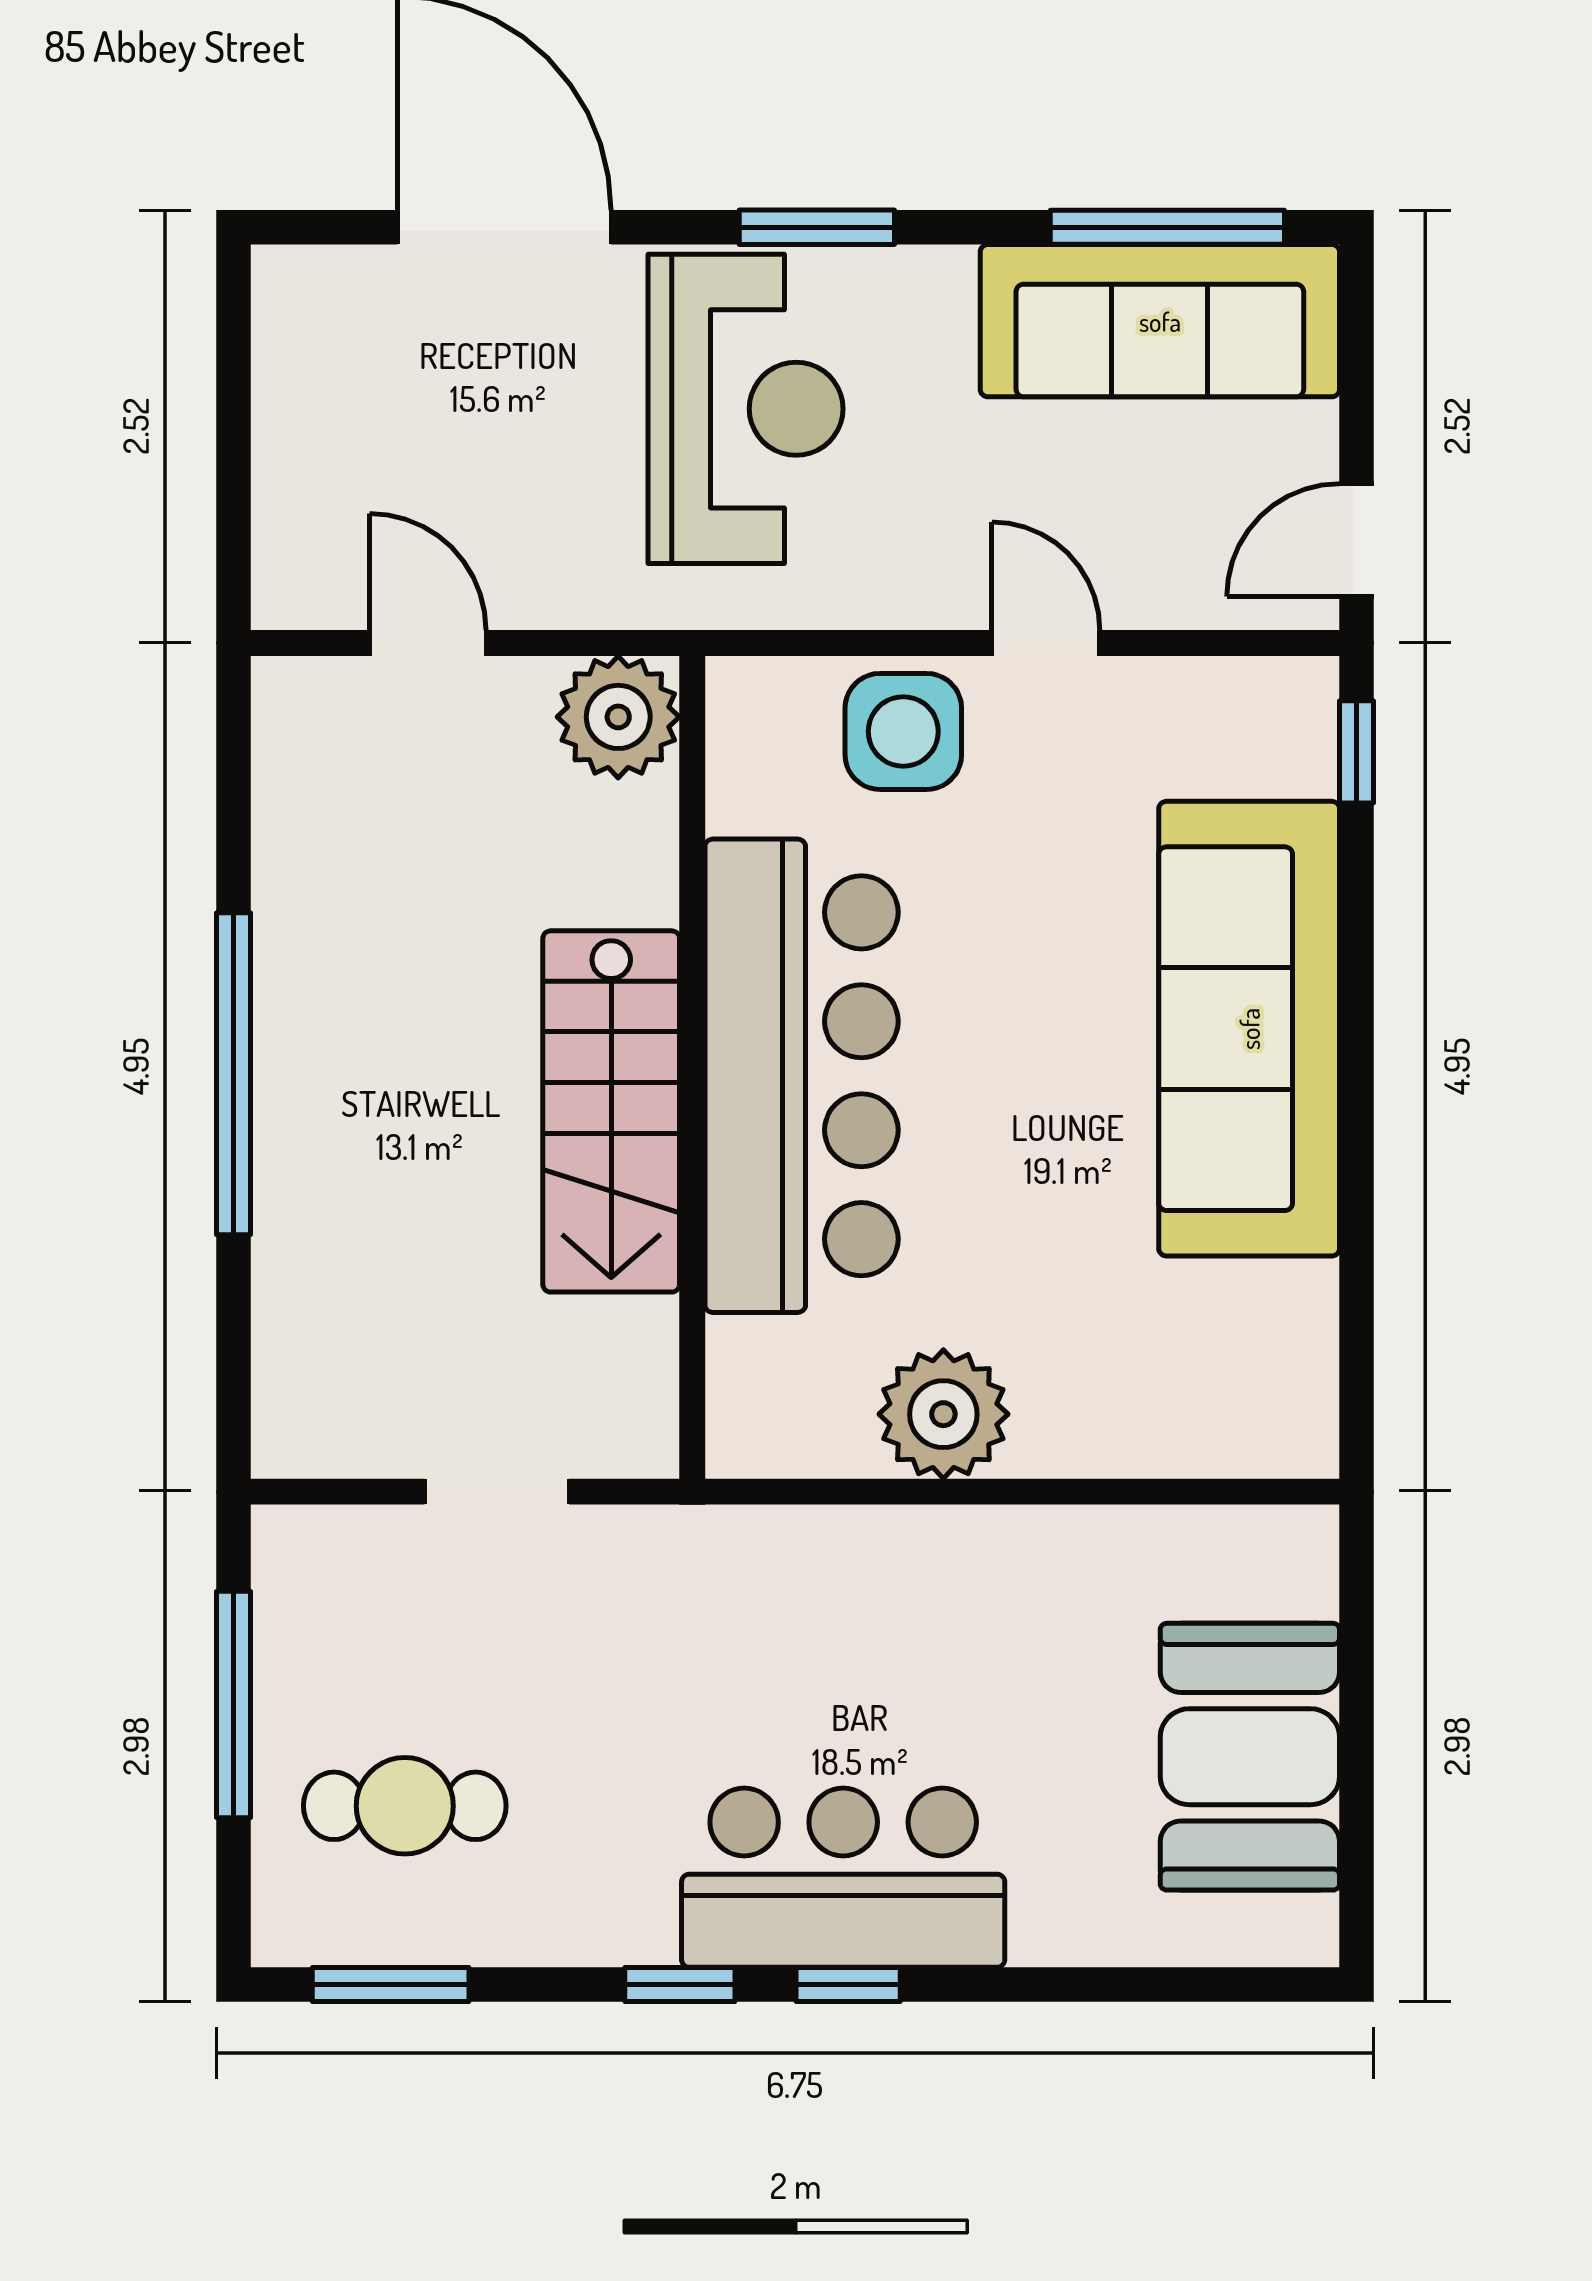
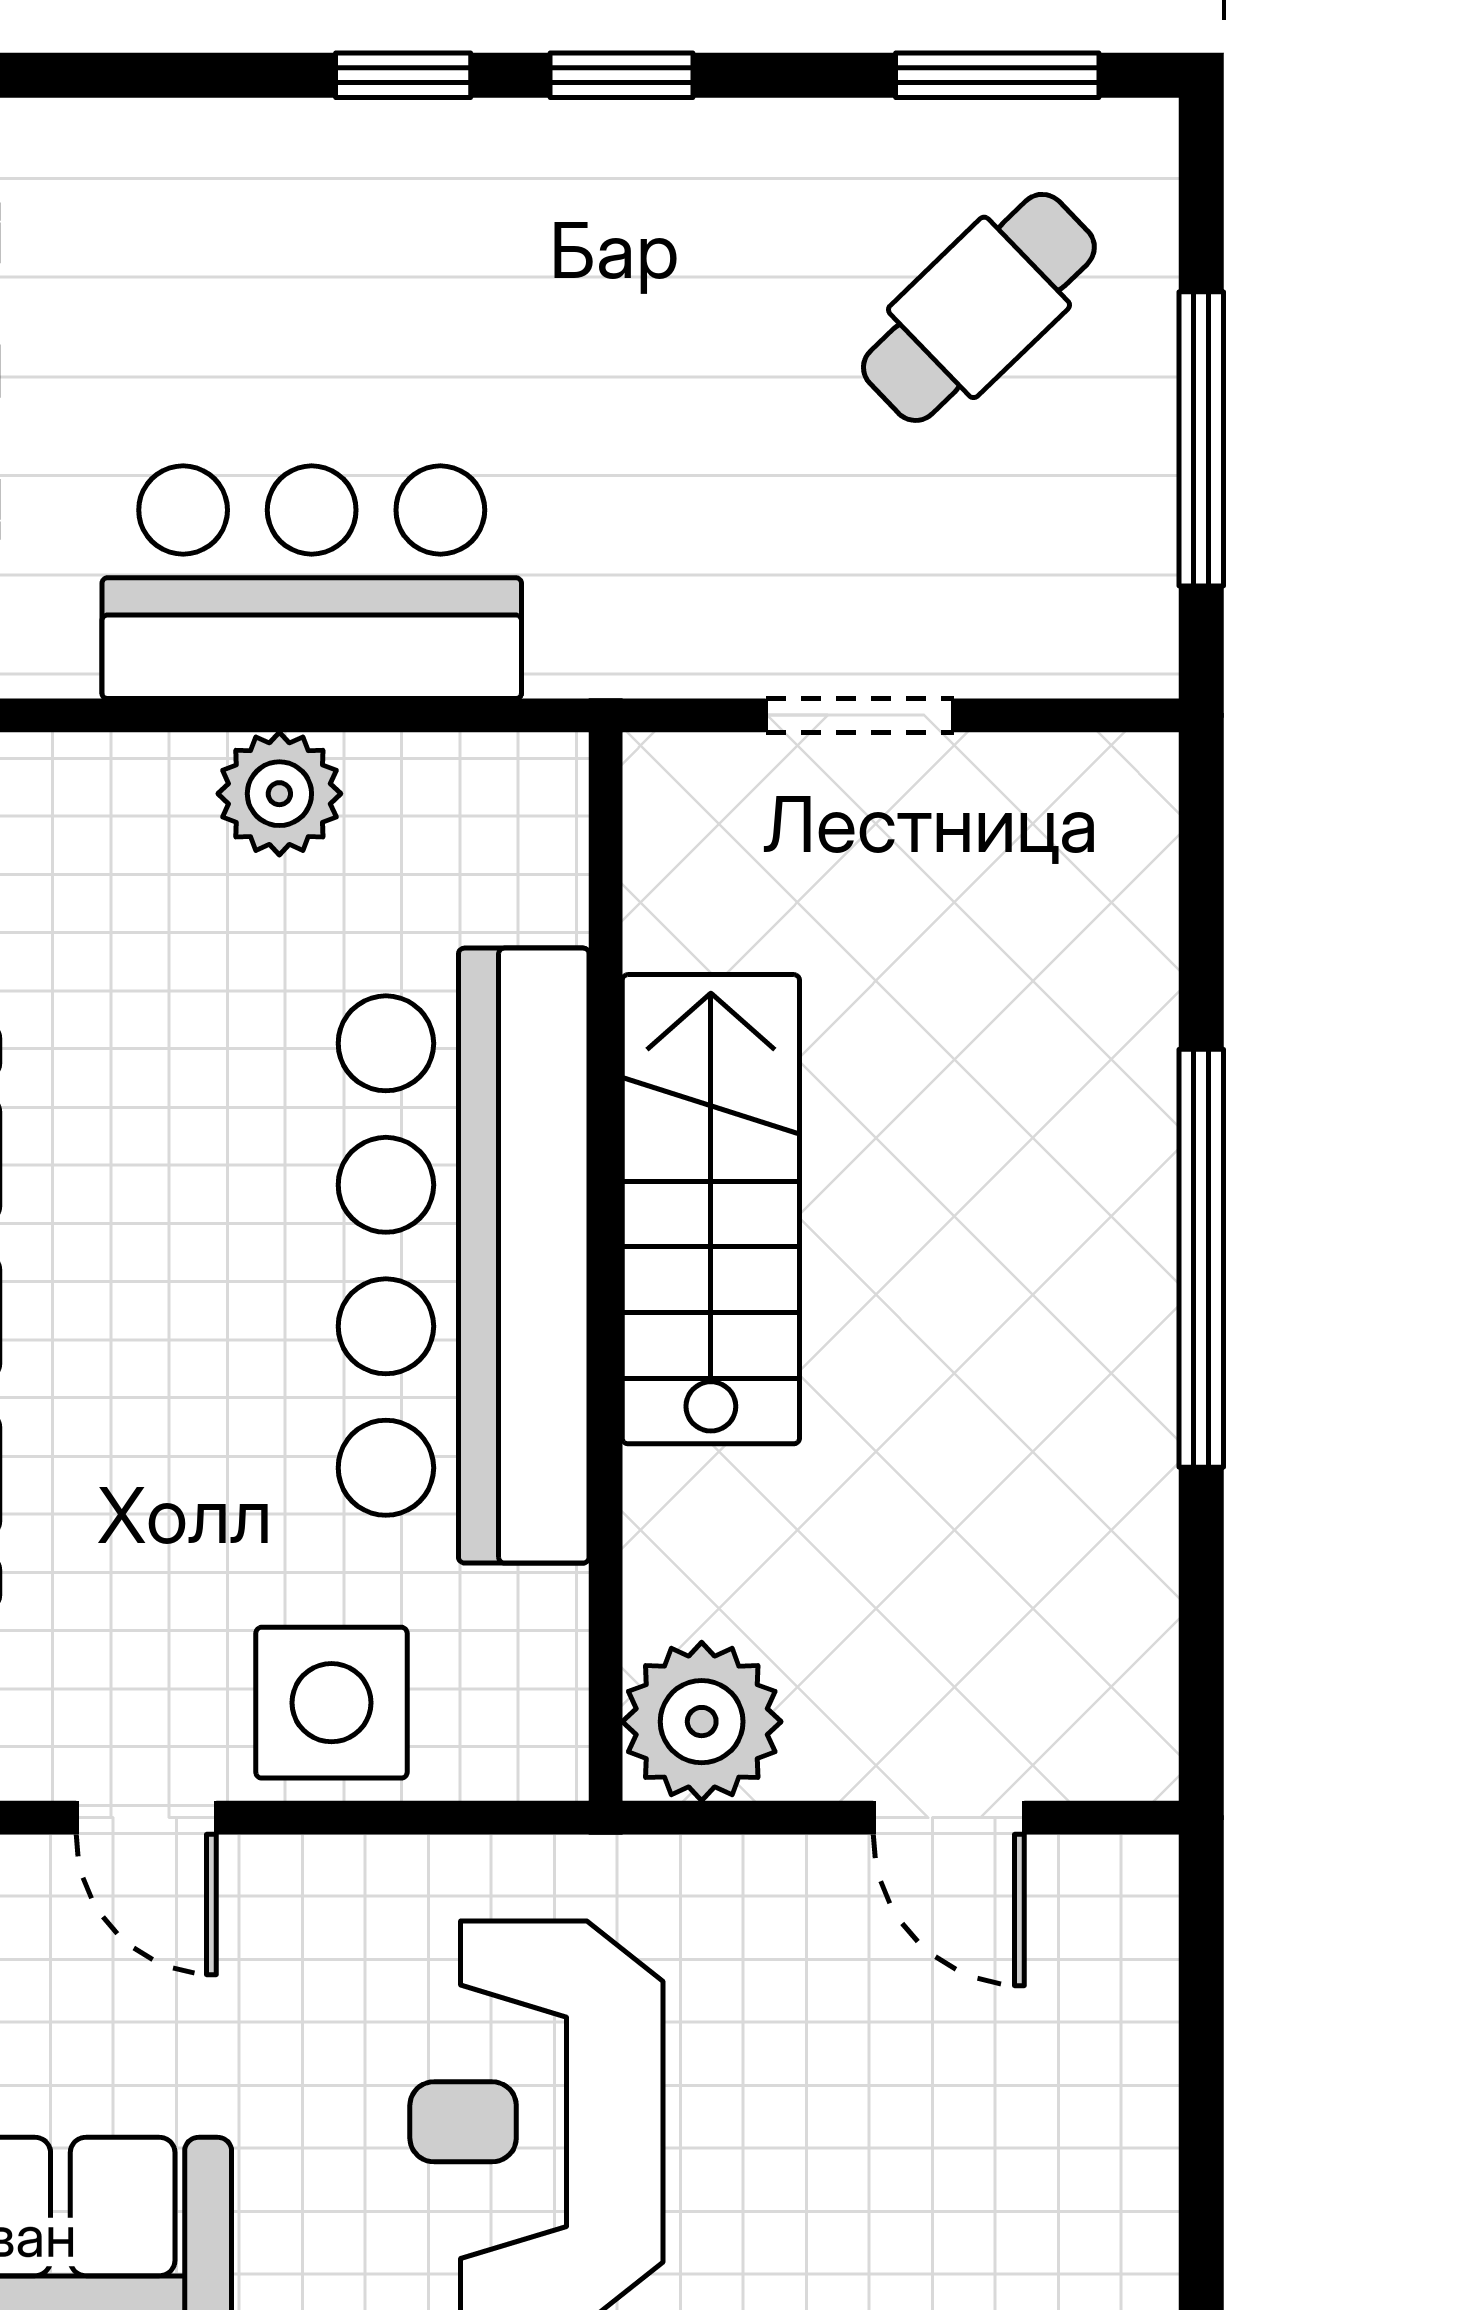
plant: (943, 1414) -> (279, 794), width x0.73, depth x0.73
cafe table: (405, 1806) -> (979, 307), turned -44
bar counter: (843, 1878) -> (312, 582), moved, turned 180

